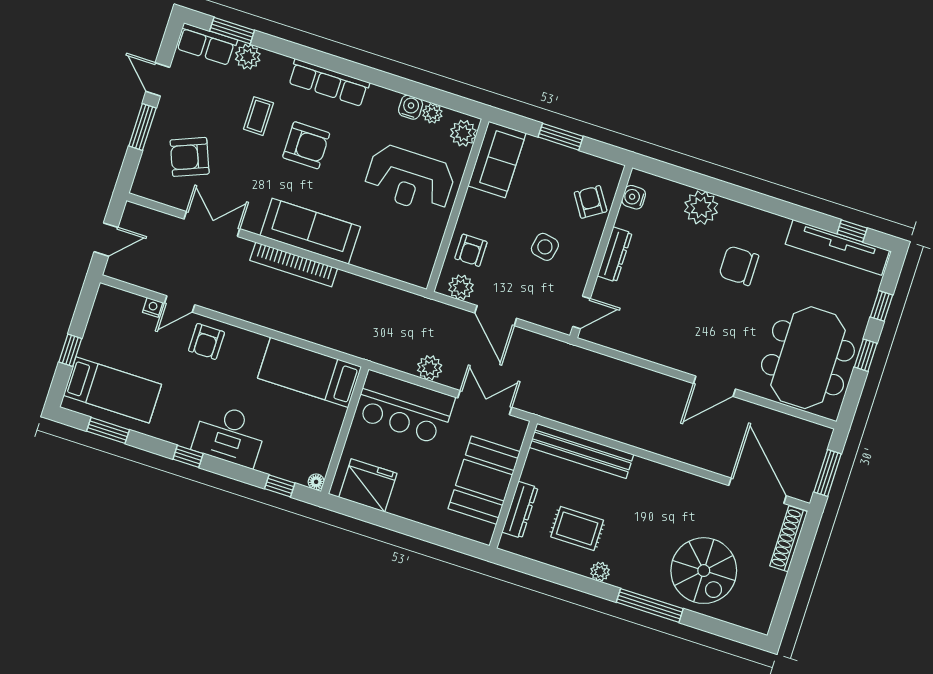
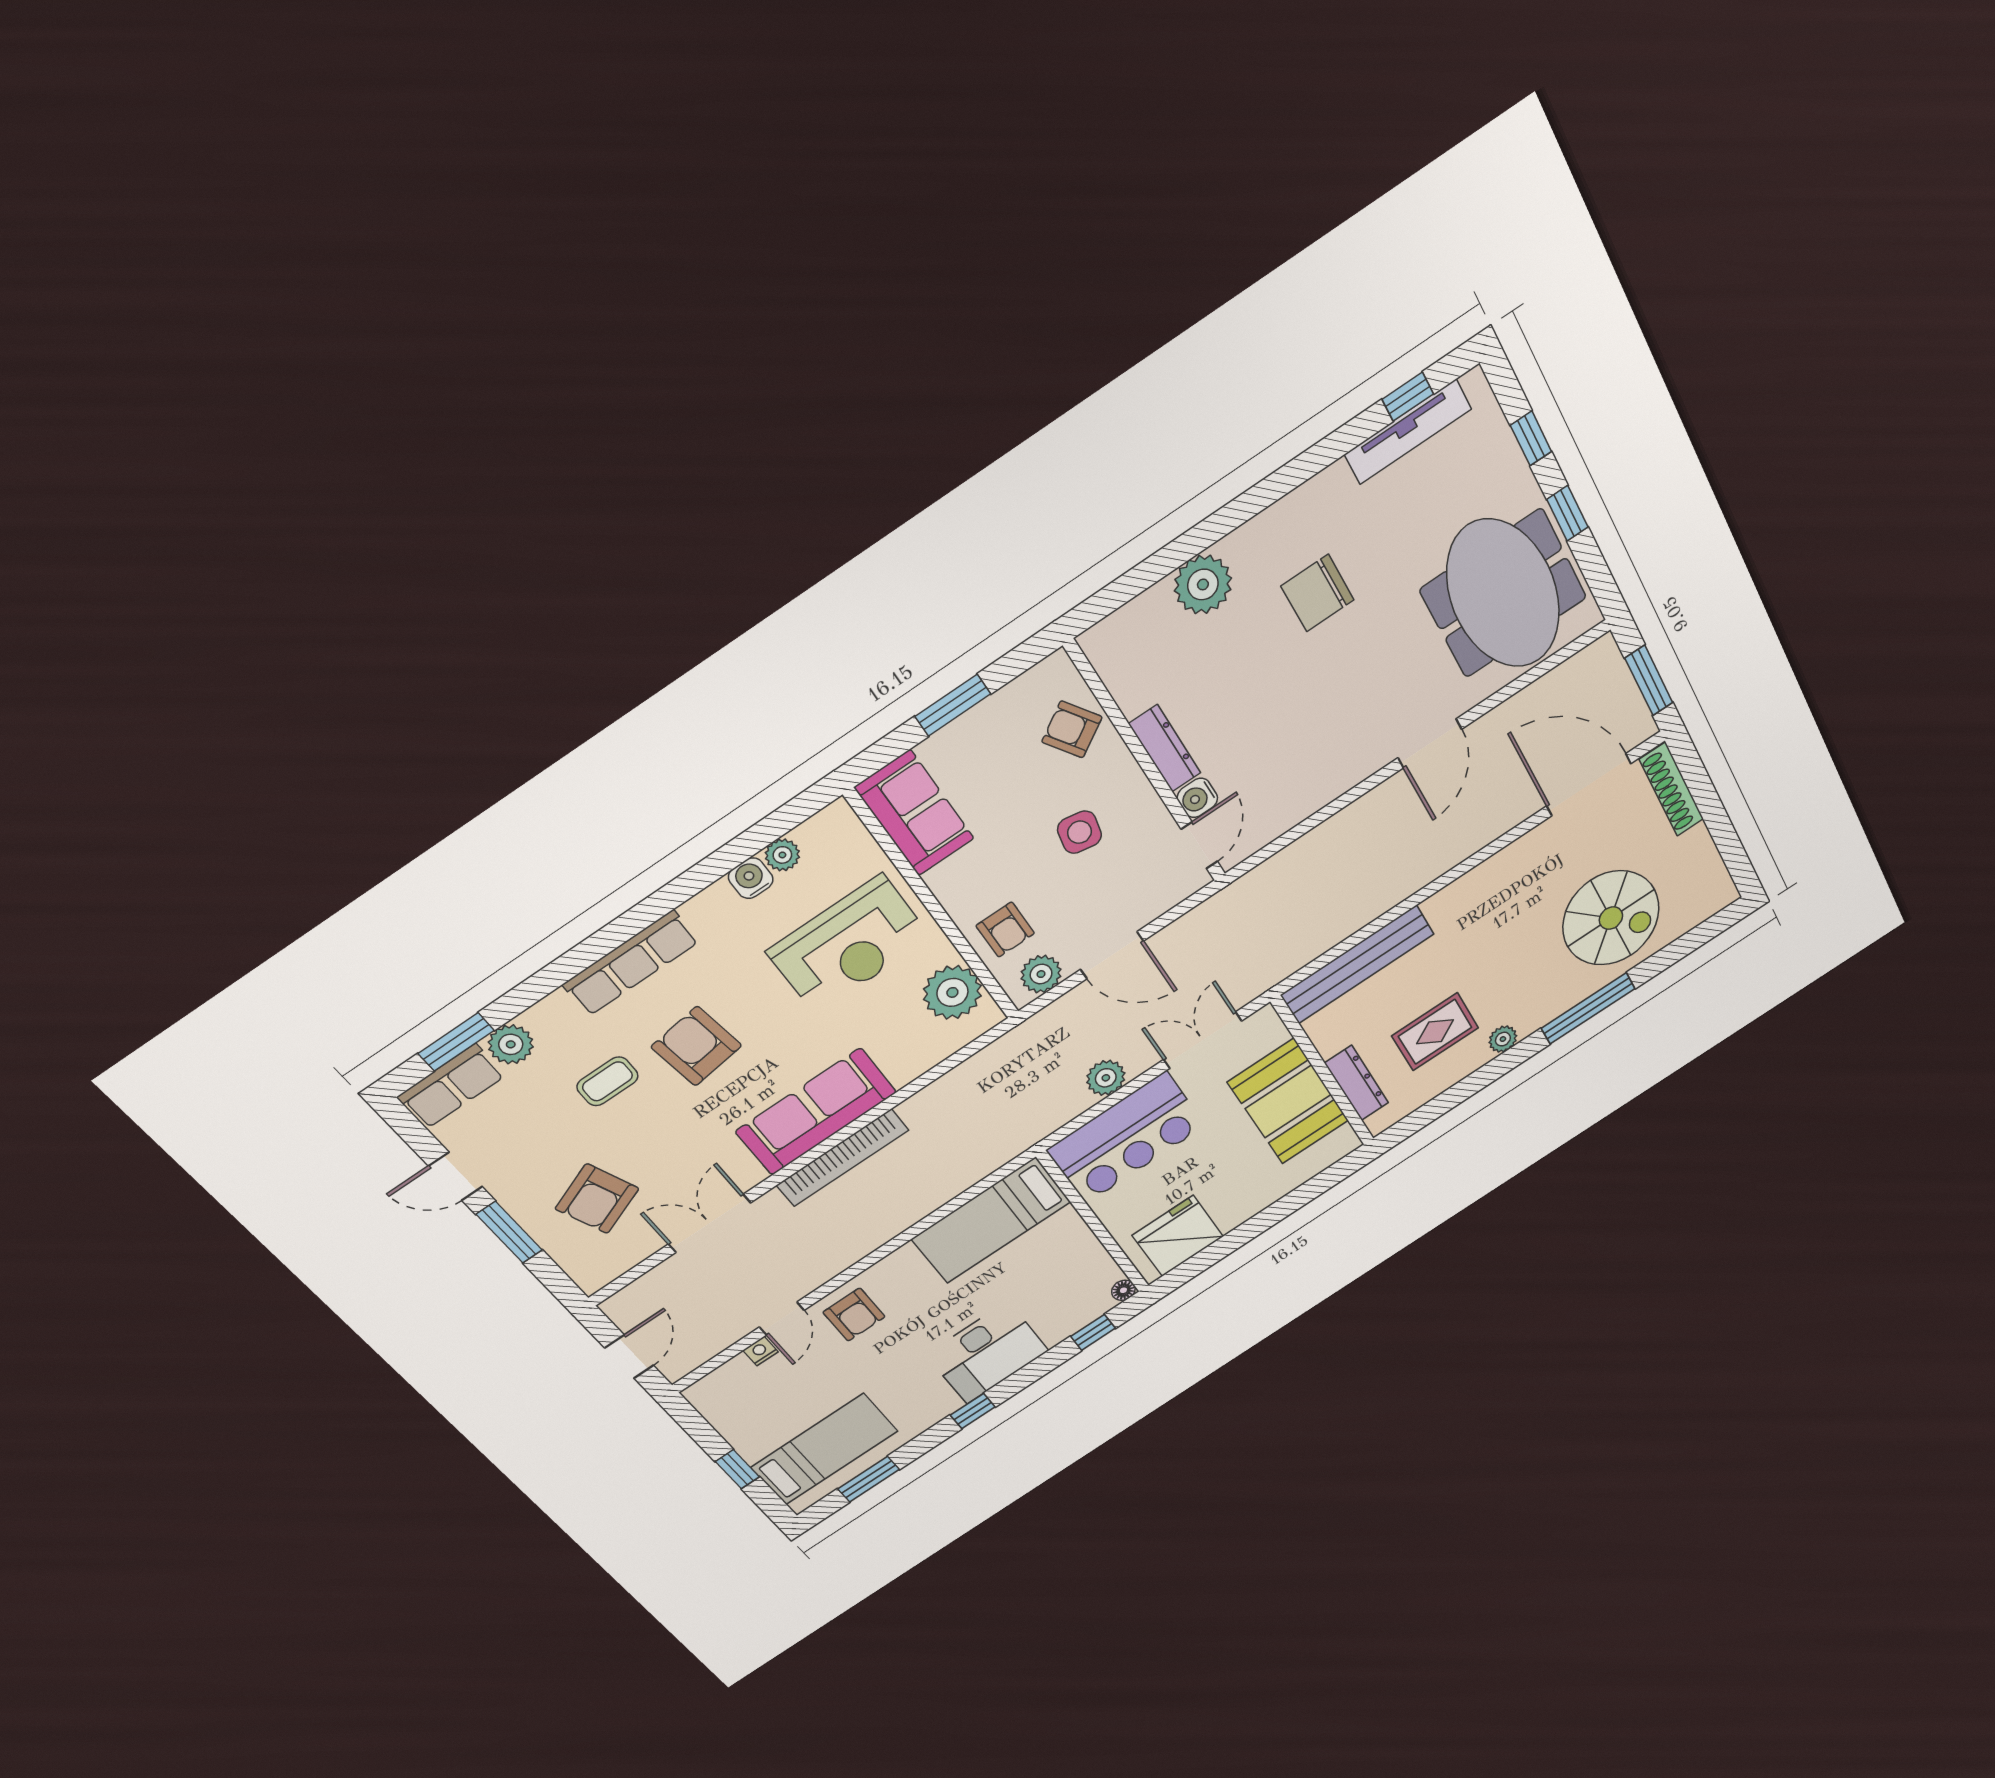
coffee table: (258, 116) -> (607, 1081), turned 90
plant: (463, 133) -> (952, 992), moved, width x1.36, depth x1.36
armchair: (306, 145) -> (696, 1046), turned -98
water cooler: (634, 197) -> (1197, 798), moved
tv unit: (837, 247) -> (1408, 432), width x0.73, depth x0.78

